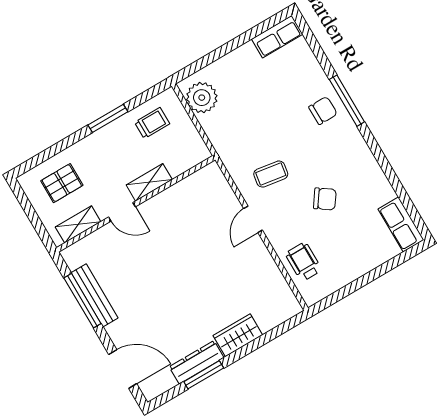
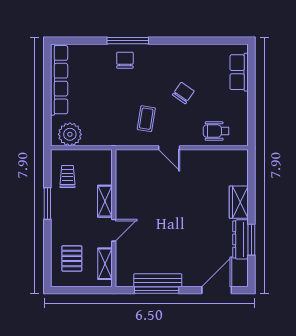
row of seats: (277, 37) -> (59, 80), width x2.02
row of seats: (401, 224) -> (239, 72), moved, turned 90

